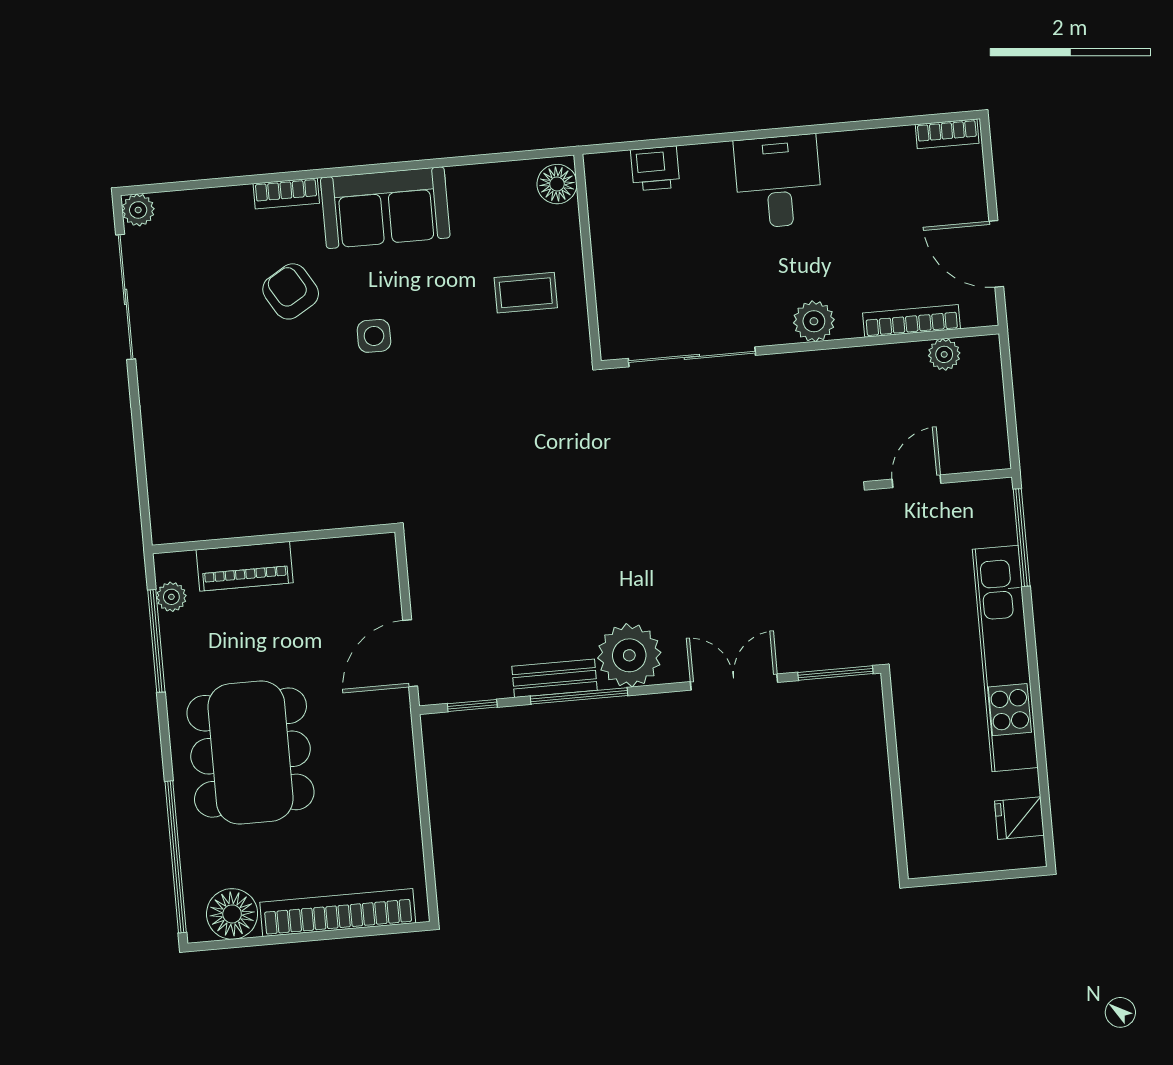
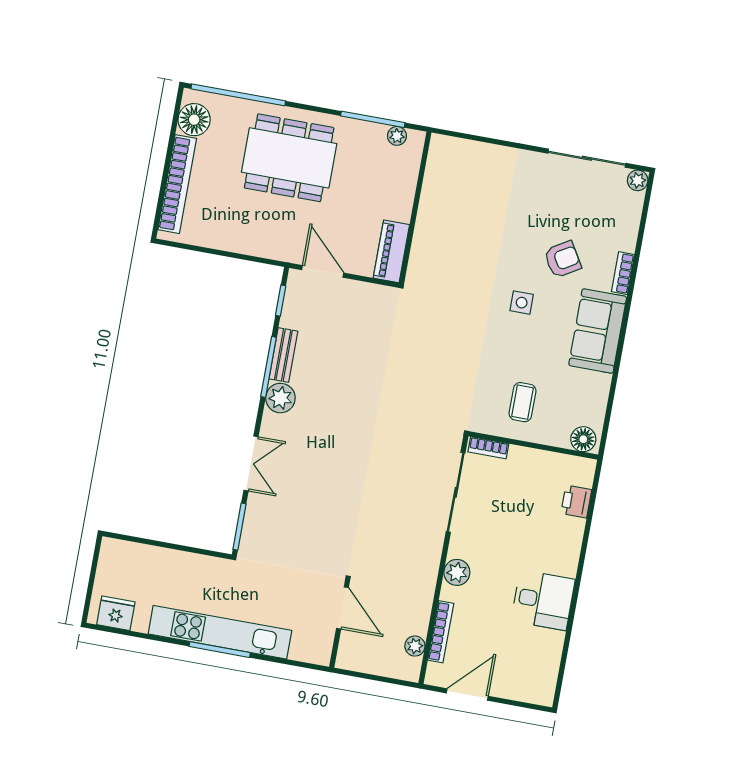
bookcase: (947, 134) -> (488, 448), moved, turned -90
desk: (778, 182) -> (543, 600), moved
door: (916, 481) -> (342, 608), width x1.38
window: (1022, 538) -> (220, 650), moved
piano: (245, 566) -> (391, 251), moved
plant: (629, 655) -> (280, 398), width x0.73, depth x0.73
fridge: (1019, 818) -> (116, 613), width x1.38

